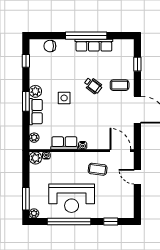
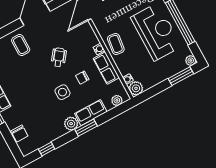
wheelchair: (93, 85) -> (59, 57), moved
chair: (67, 120) -> (82, 78), added
coffee table: (98, 169) -> (116, 44), moved

